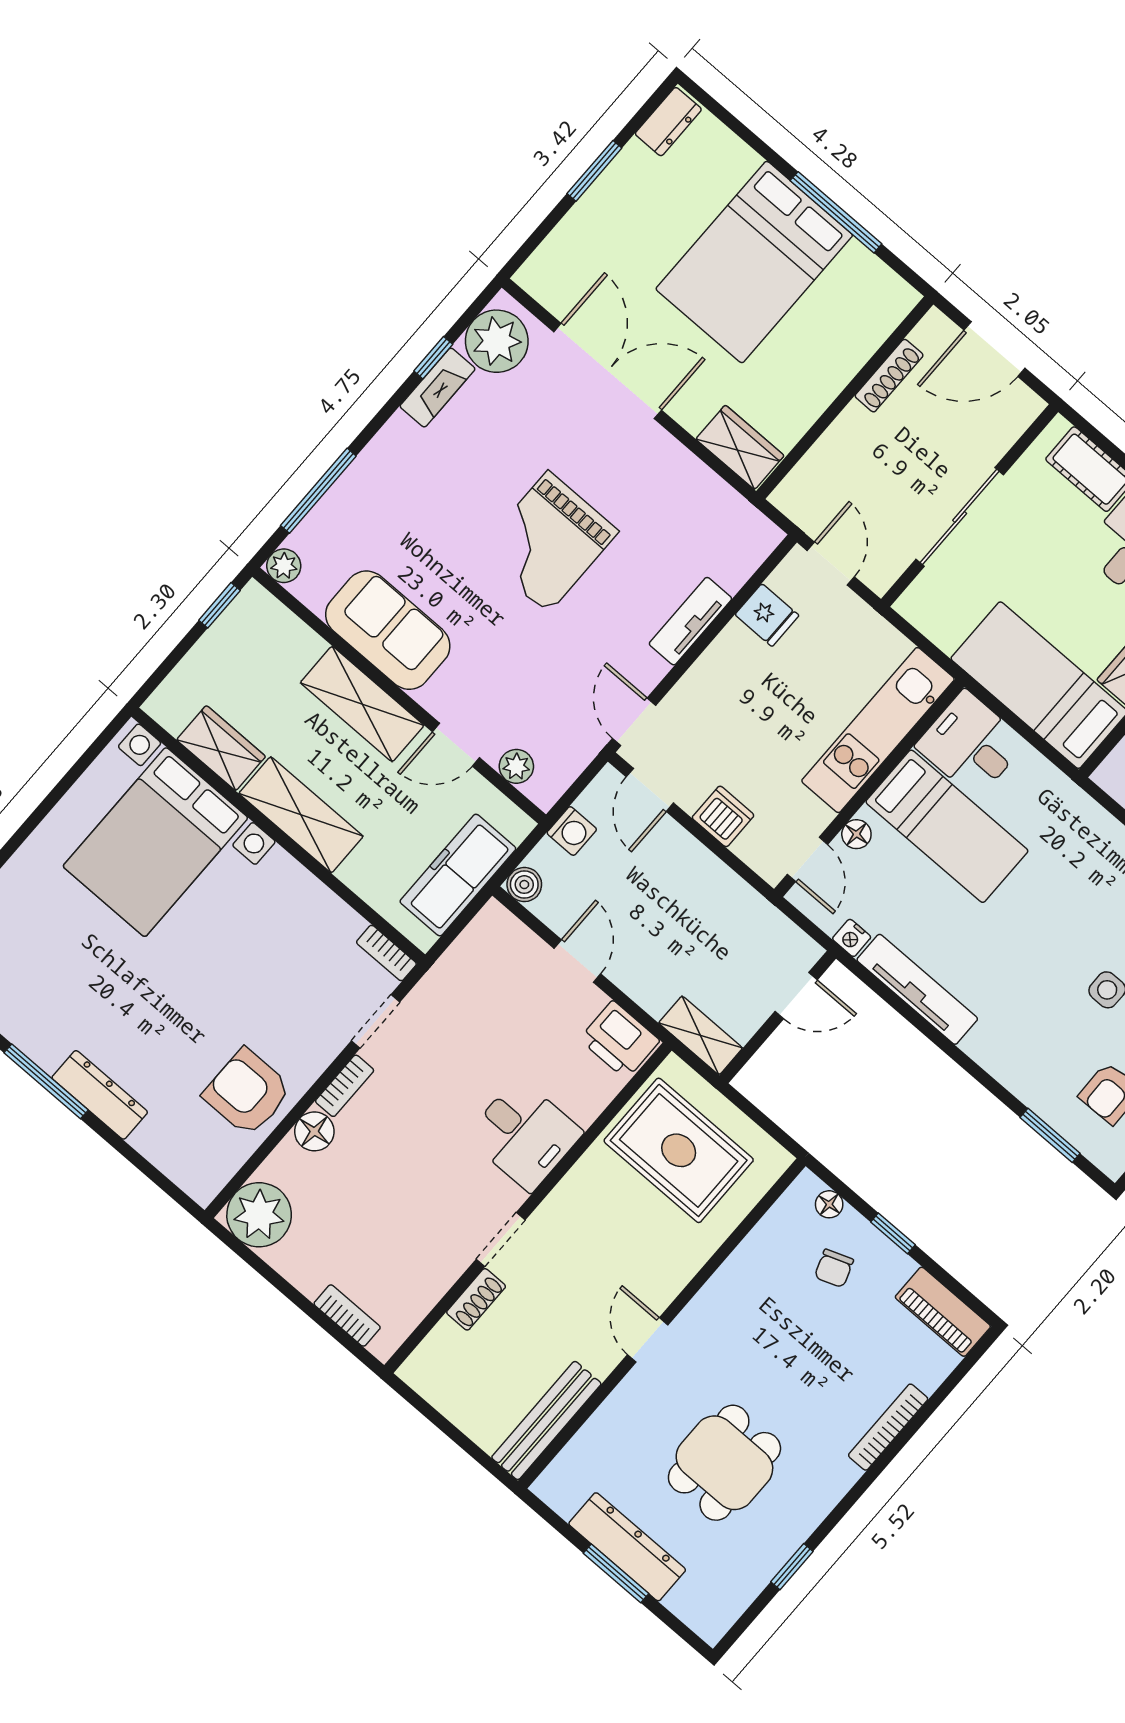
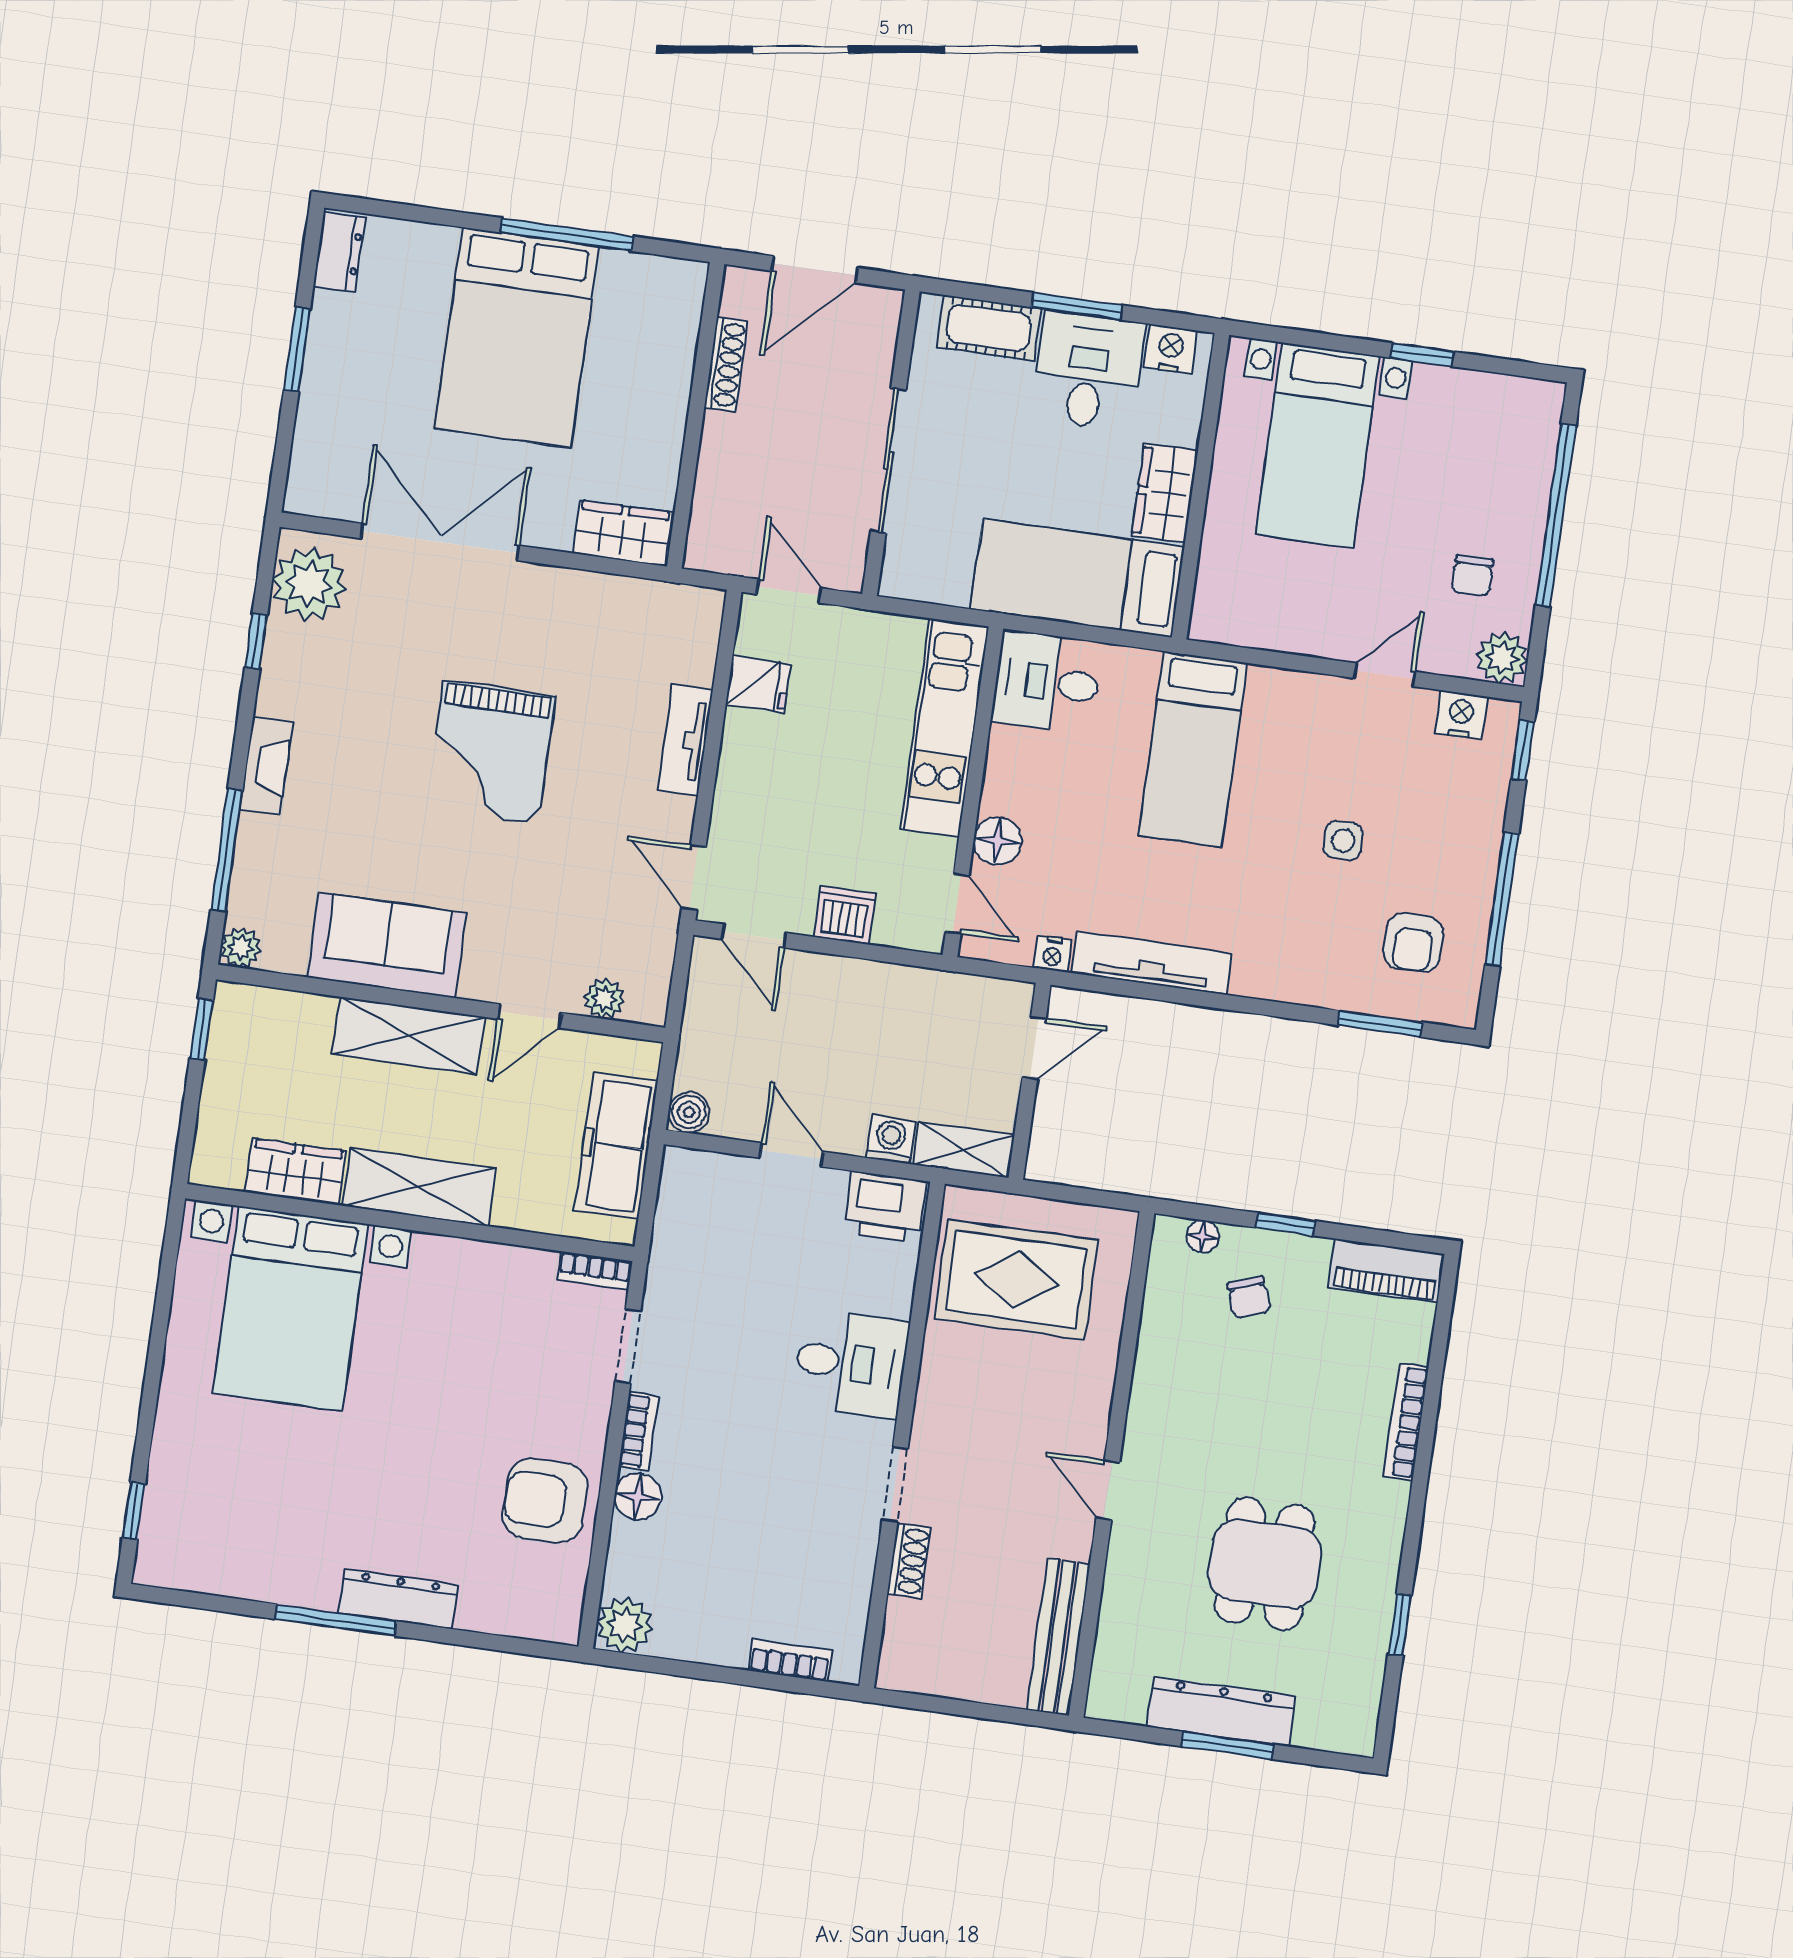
fireplace: (438, 388) -> (266, 766), moved
bed: (947, 826) -> (1193, 749), moved, turned 90
washing machine: (572, 831) -> (891, 1139), moved, turned -90
floor lamp: (856, 834) -> (997, 841), width x1.37, depth x1.37
plant: (259, 1215) -> (625, 1625), width x0.73, depth x0.73

